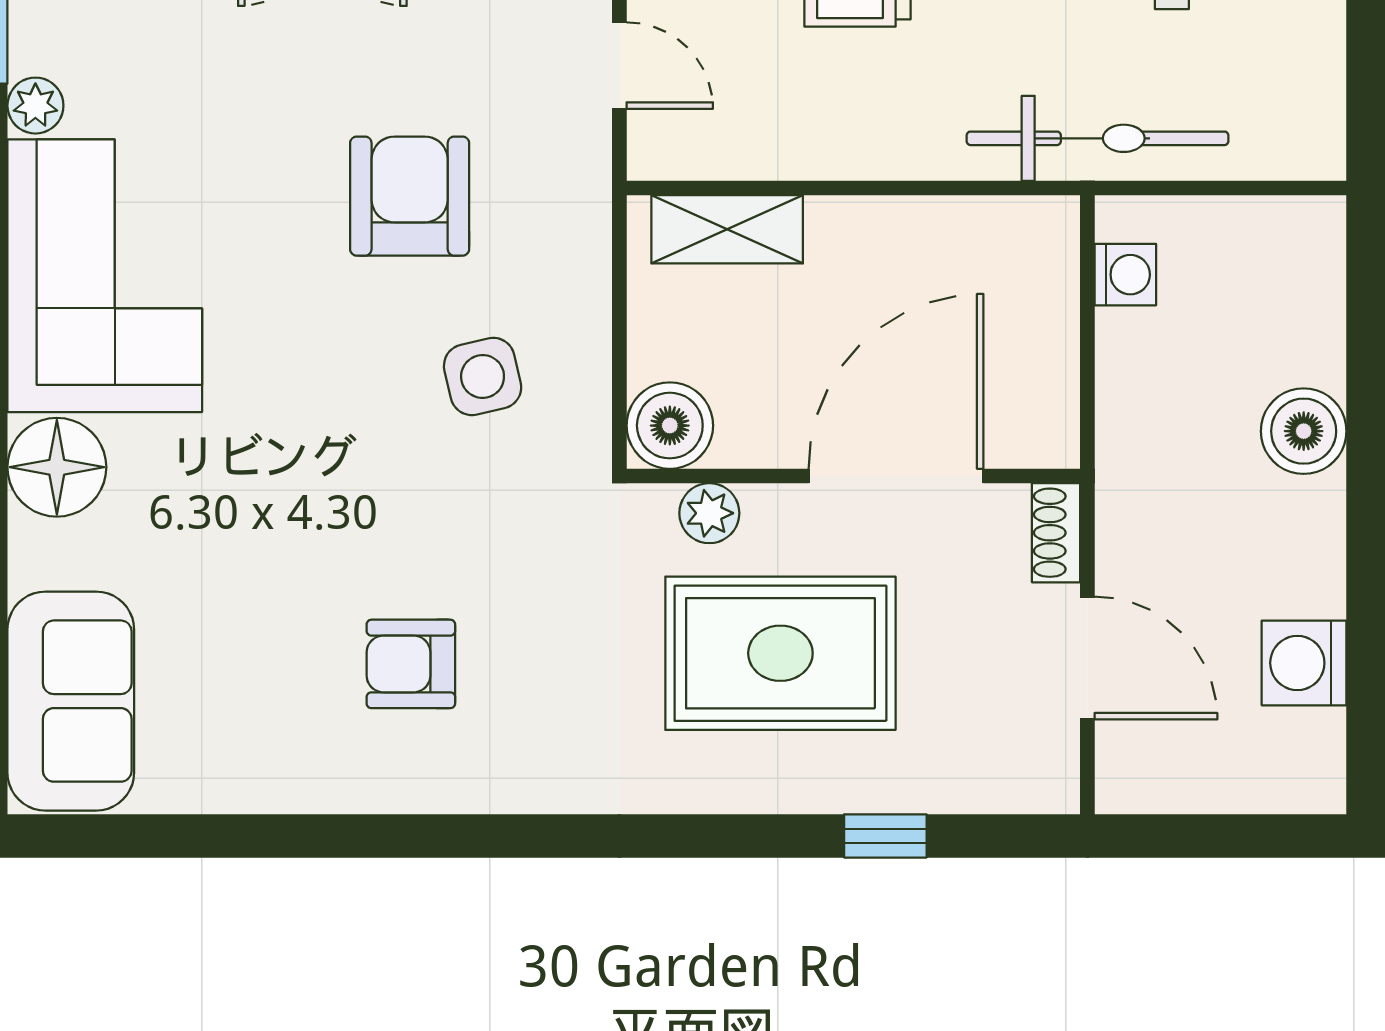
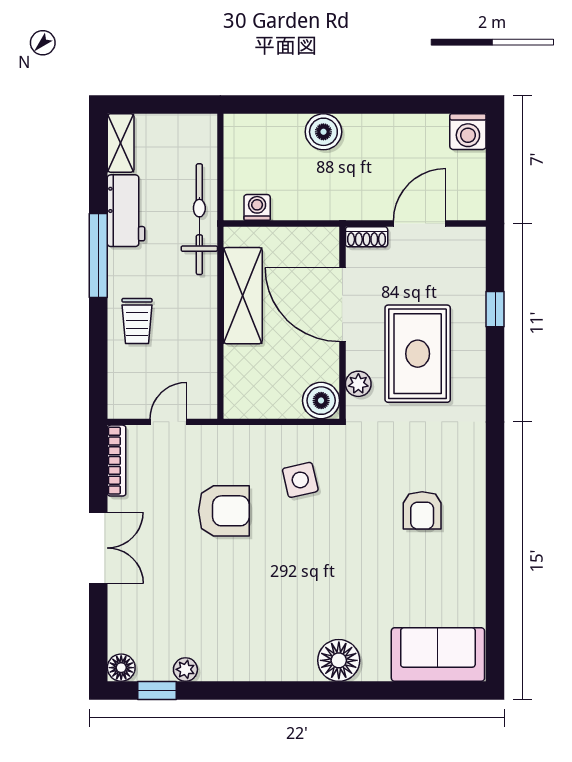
armchair: (410, 196) -> (224, 511), turned 180
shelving: (727, 229) -> (243, 296), moved, width x1.50, depth x1.33
corner sofa: (105, 276) -> (258, 640), removed
washing machine: (1304, 663) -> (468, 132), moved

